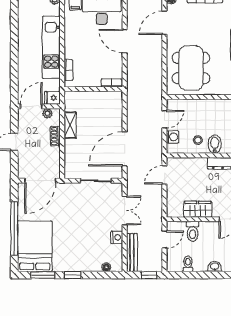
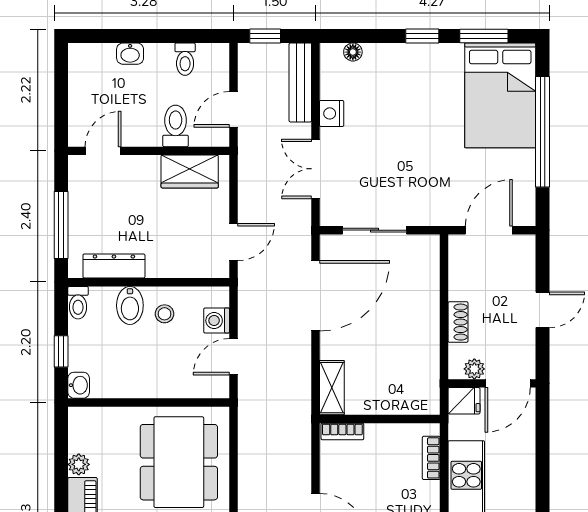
shelving: (70, 125) -> (332, 388), moved
door: (40, 181) -> (489, 230), width x0.73
wardrobe: (198, 209) -> (190, 172), moved

